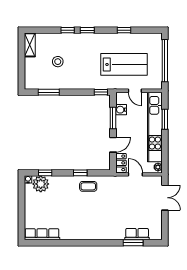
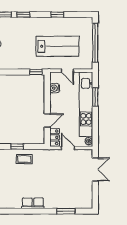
window: (113, 118) -> (47, 96), removed
row of seats: (137, 234) -> (33, 203), moved

